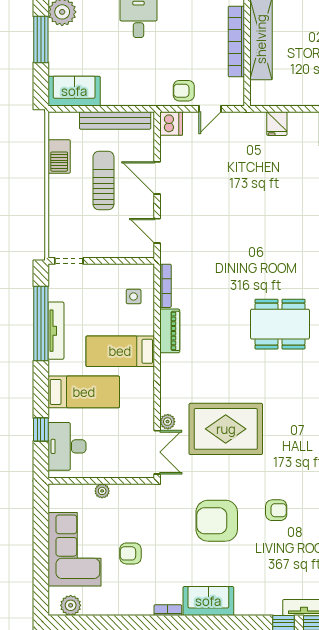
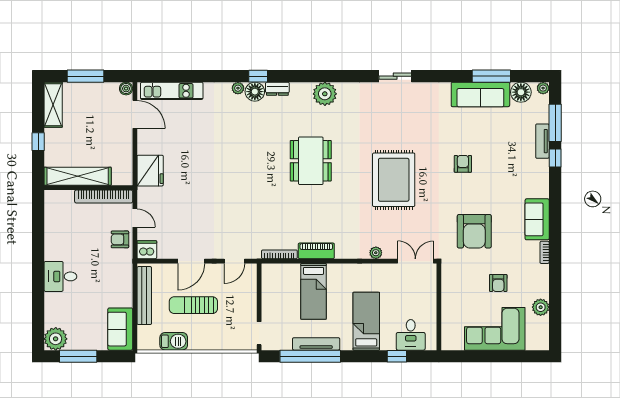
bookcase: (236, 41) -> (104, 196), moved
armchair: (184, 91) -> (120, 239), turned 90
fridge: (277, 124) -> (150, 171), width x1.88, depth x1.34
side table: (134, 296) -> (288, 280), removed
bed: (120, 351) -> (314, 291), moved
plant: (168, 422) -> (376, 253), moved
rug: (226, 429) -> (394, 180), moved
desk: (67, 446) -> (411, 335), width x0.73
plant: (102, 491) -> (447, 306), removed
armchair: (217, 521) -> (474, 231), moved
plant: (71, 605) -> (541, 307), moved

